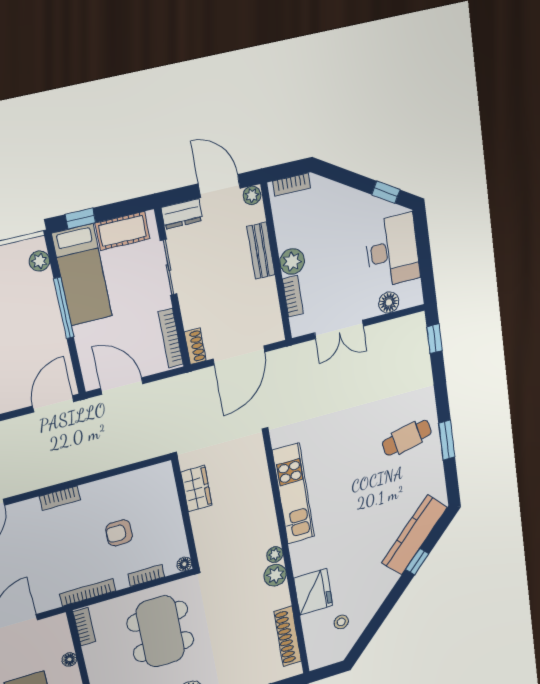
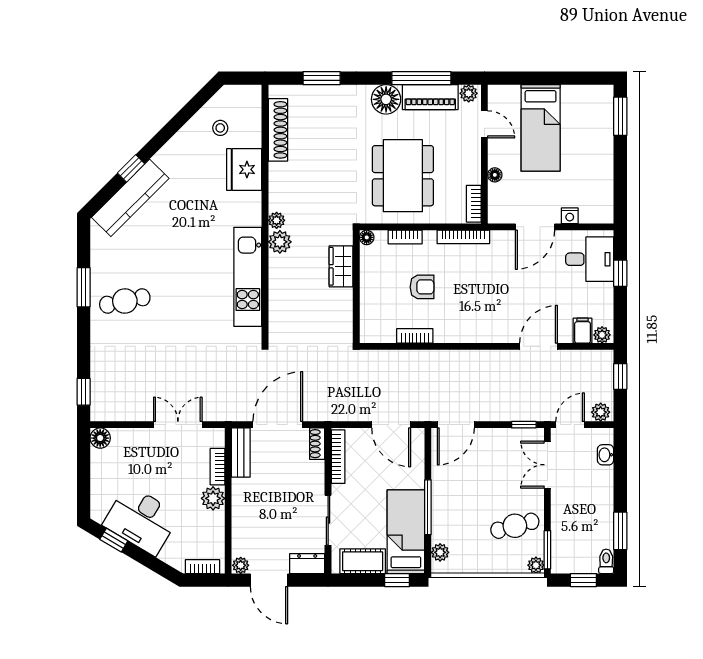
bench: (261, 251) -> (241, 453), moved
desk: (392, 251) -> (141, 520), moved, turned -59
floor lamp: (389, 302) -> (100, 438), moved
wardrobe: (196, 489) -> (341, 266), moved
bookcase: (60, 498) -> (415, 336), moved
plant: (275, 575) -> (280, 242), moved

